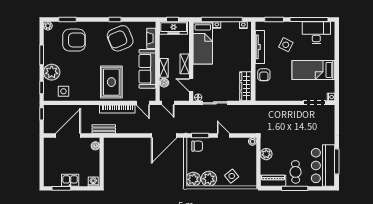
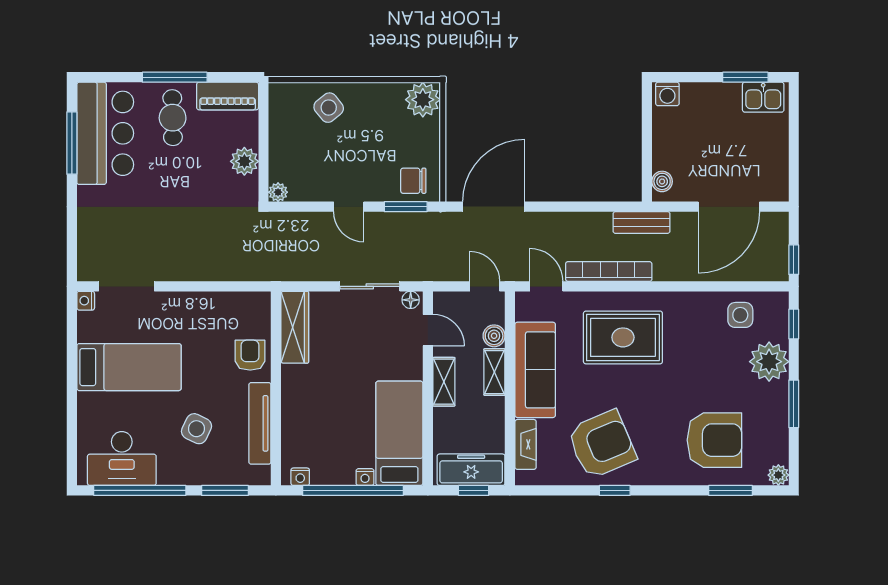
armchair: (74, 40) -> (714, 440), turned 180
rug: (111, 82) -> (623, 337), turned 90
plant: (209, 179) -> (385, 101), removed
kitchen sink: (70, 180) -> (763, 97), moved

